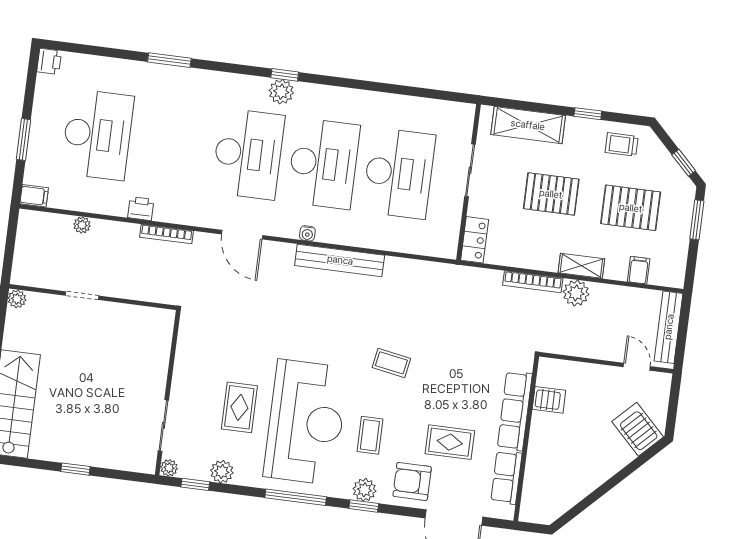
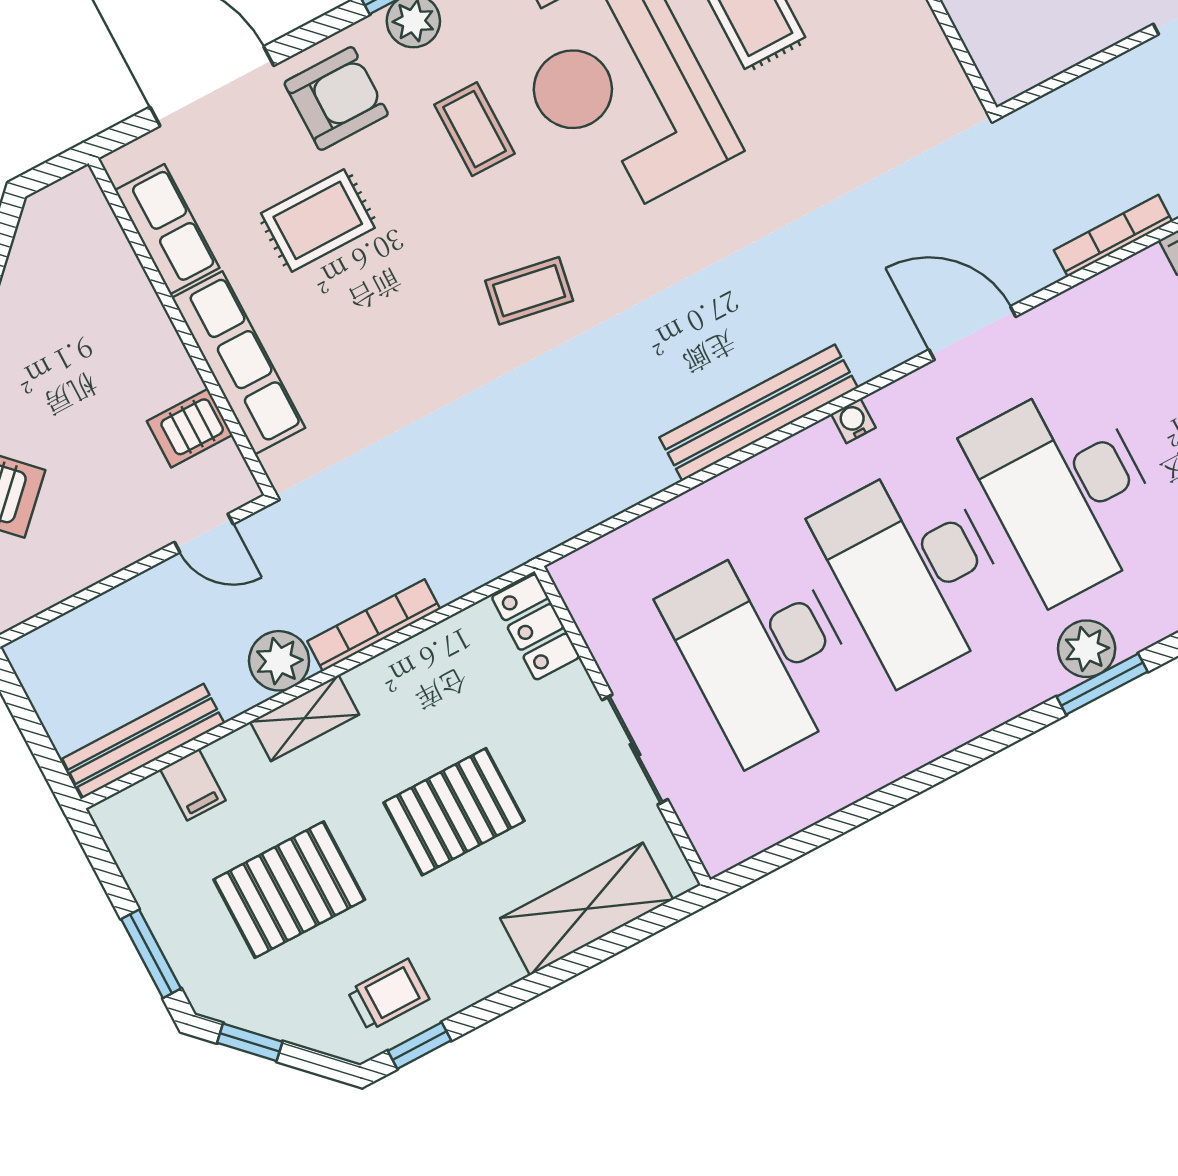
window: (285, 75) -> (1102, 684), width x1.50
window: (588, 114) -> (419, 1046), moved
bench: (669, 327) -> (143, 741), moved, turned 90
door: (637, 367) -> (204, 533), moved

